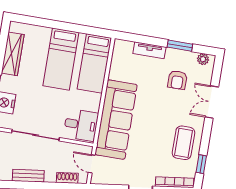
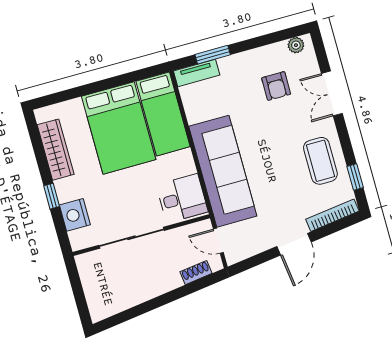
window: (180, 46) -> (213, 55), moved
tv unit: (149, 50) -> (197, 73), moved
bed: (61, 59) -> (119, 128), width x1.50
bench: (28, 176) -> (146, 293), removed

